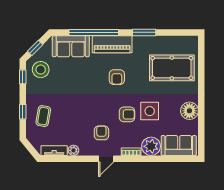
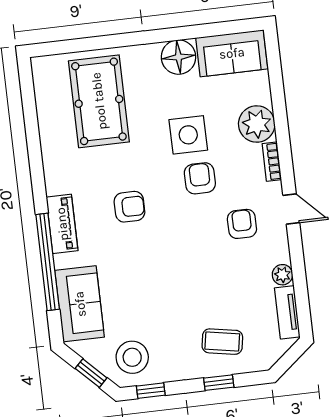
window: (144, 32) -> (36, 164), removed
piano: (112, 44) -> (62, 224), width x0.73, depth x0.75
armchair: (101, 133) -> (242, 224), turned 90
sofa: (179, 145) -> (232, 53), moved, turned -90

